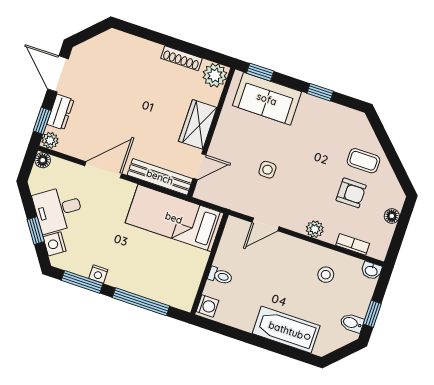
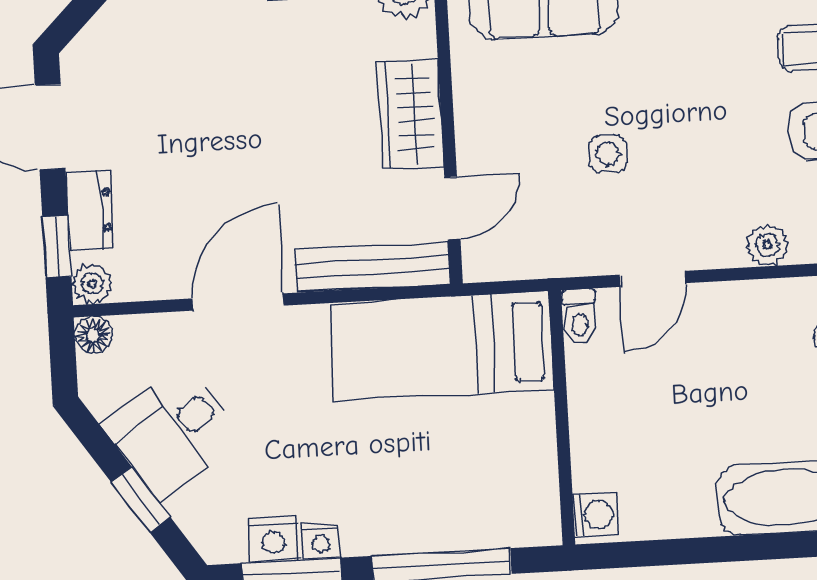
nightstand: (54, 244) -> (274, 539), moved, turned -56
toilet: (220, 276) -> (579, 317), moved, turned 90

